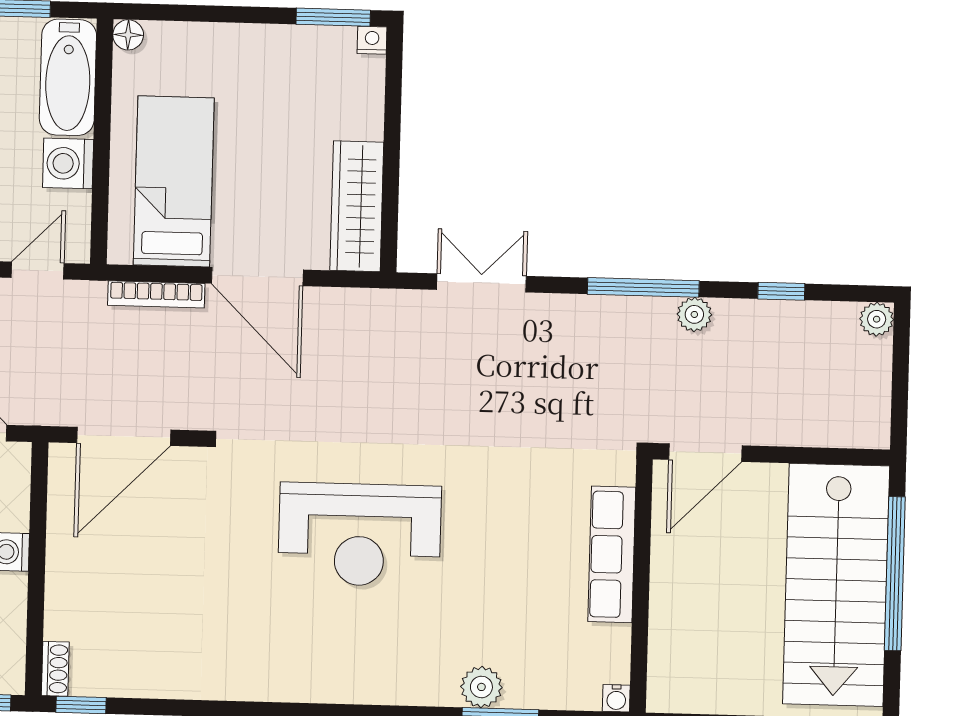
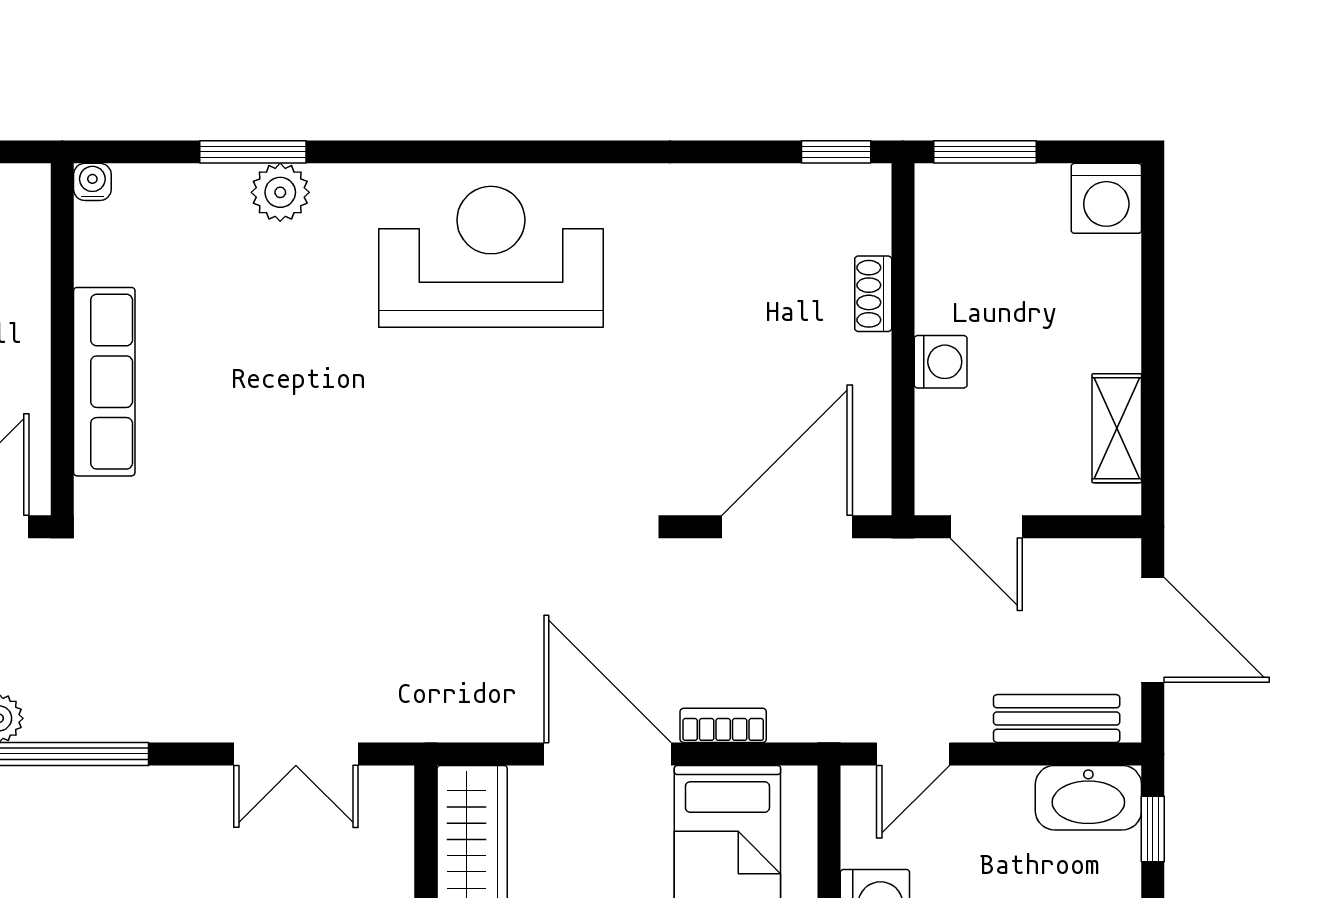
bookcase: (156, 294) -> (723, 725), width x0.64
reception desk: (360, 535) -> (491, 257), moved
shoe rack: (55, 669) -> (873, 294), moved

